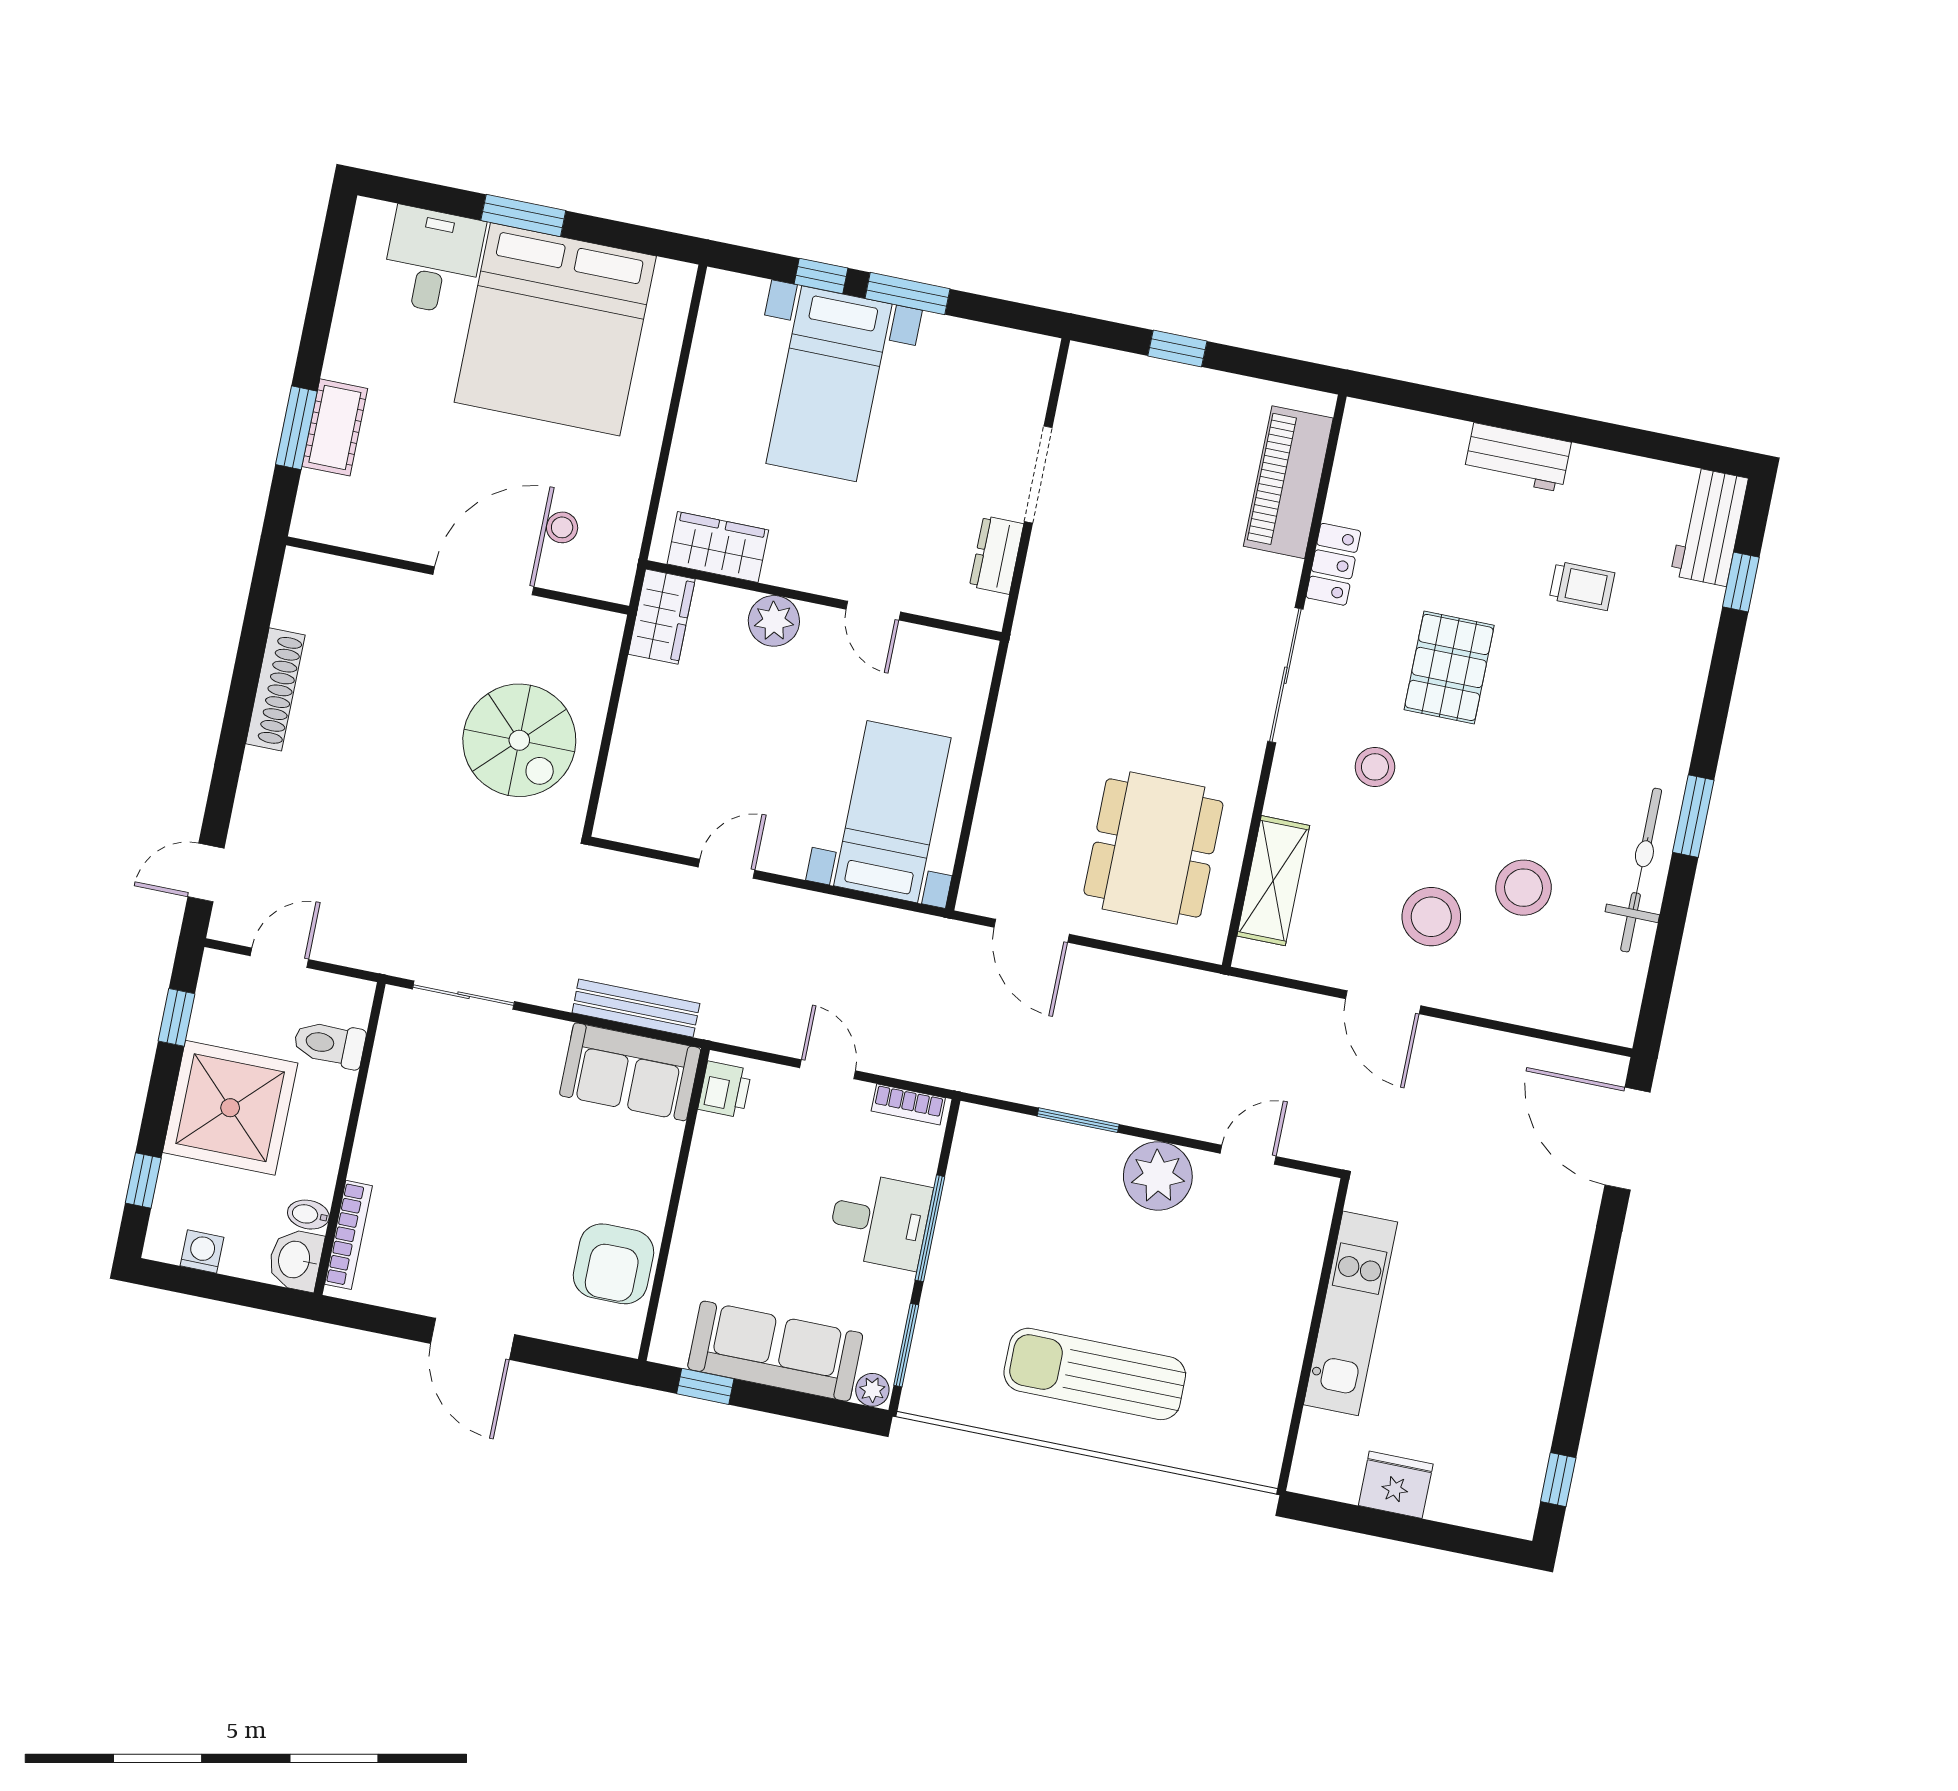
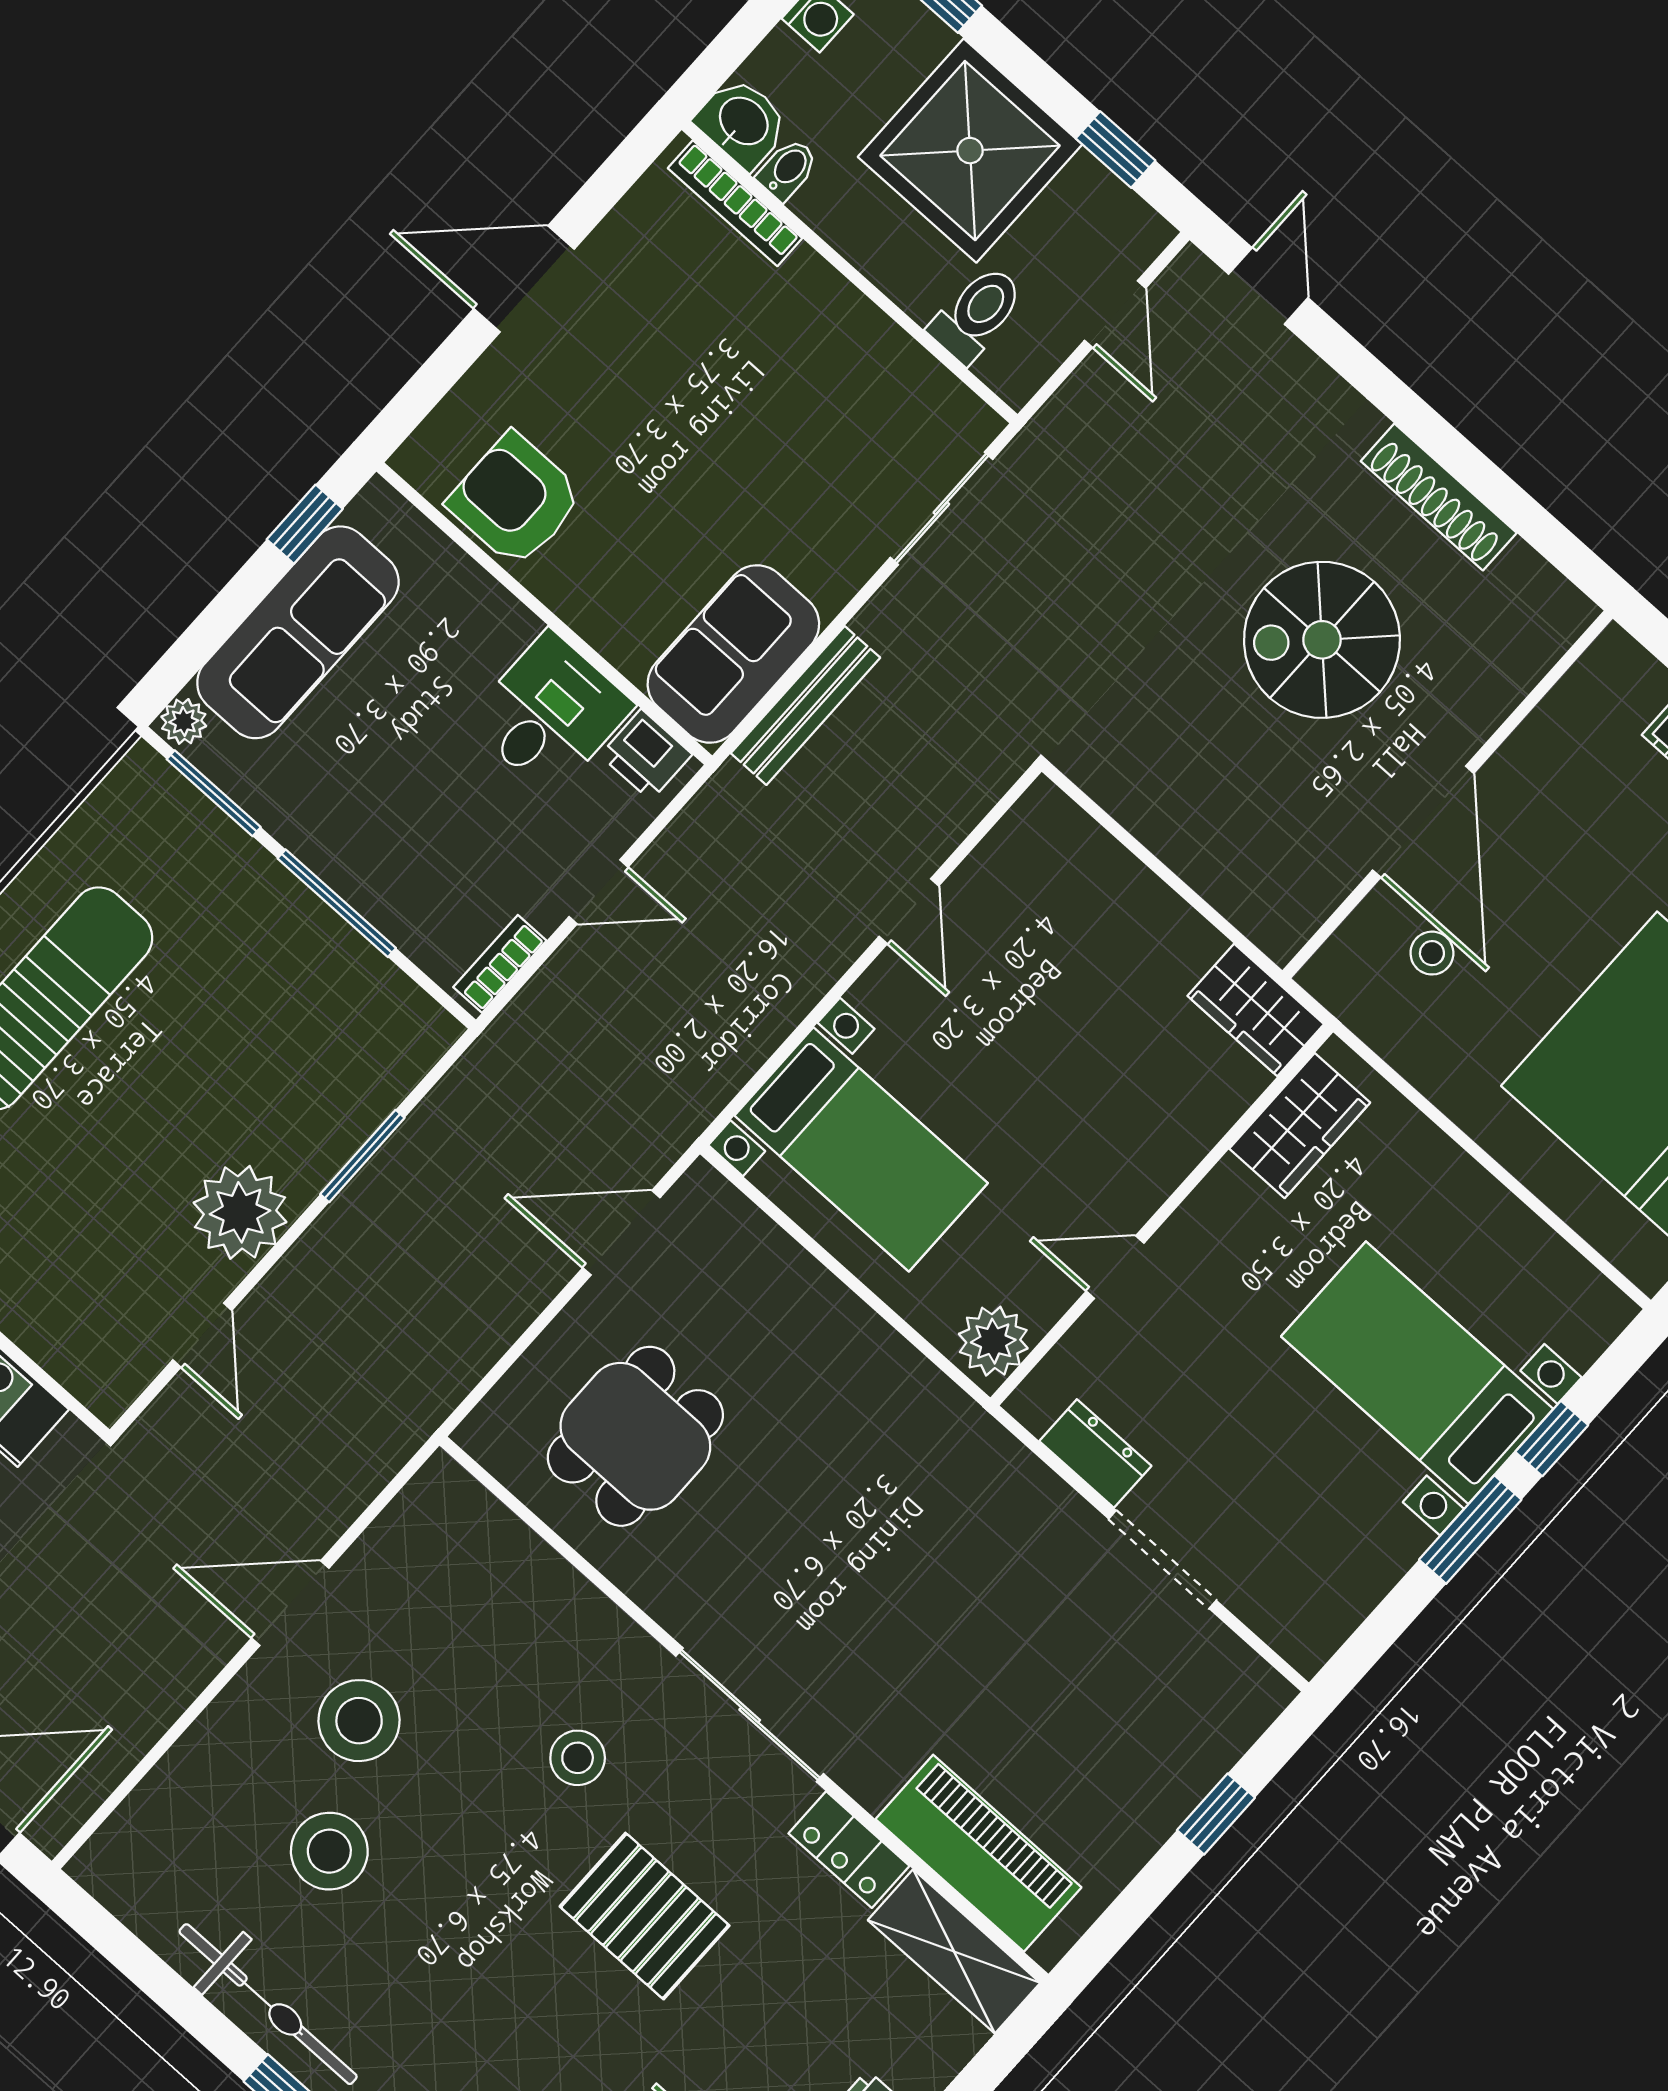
plant: (774, 621) -> (993, 1341), moved
spiral stairs: (519, 740) -> (1322, 640), moved
dining table: (1153, 848) -> (635, 1436), width x0.73
shelving: (1273, 881) -> (954, 1951), moved
desk: (880, 1221) -> (550, 713), moved, turned 180

